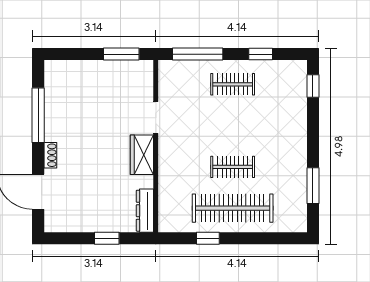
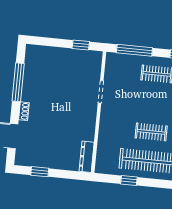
window: (121, 54) -> (81, 45), width x0.67
wardrobe: (142, 155) -> (88, 117), removed
window: (107, 238) -> (40, 172), moved

